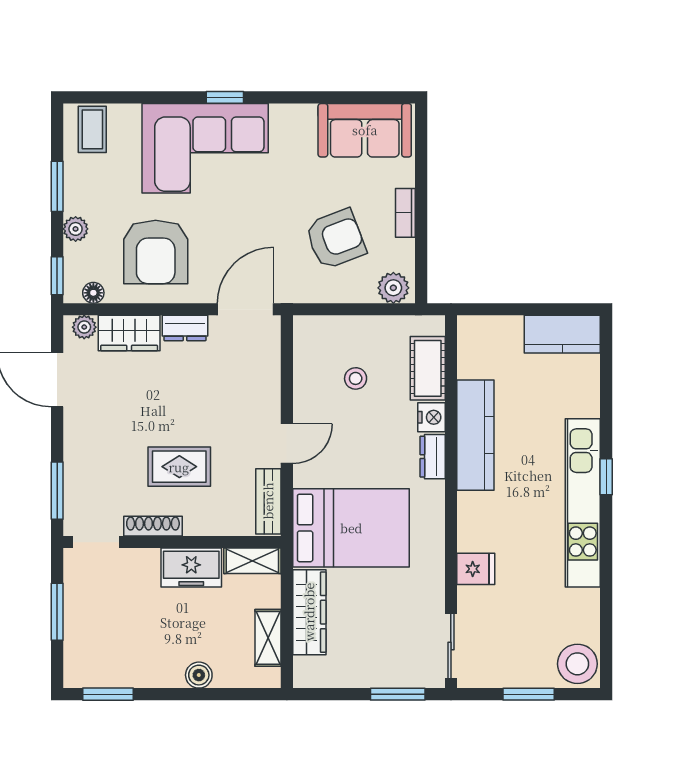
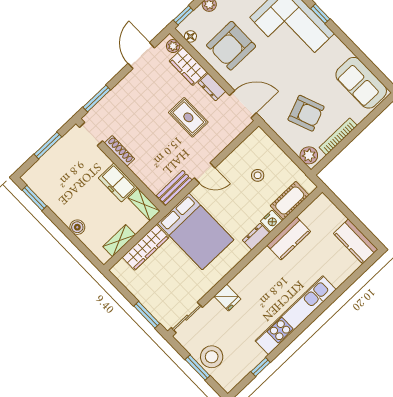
bookcase: (405, 213) -> (338, 137), width x1.56
kitchen counter: (475, 435) -> (289, 238), width x0.67
rug: (179, 467) -> (188, 117), moved
window: (606, 477) -> (261, 367), moved
stool: (577, 664) -> (212, 357), moved

